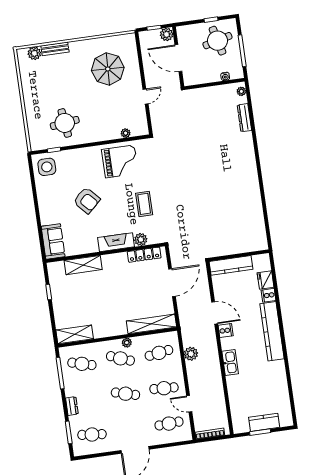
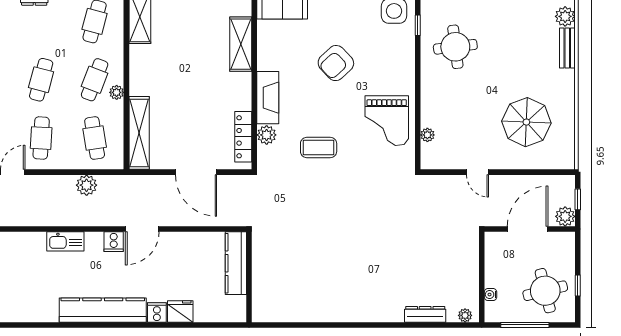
wall: (239, 255) -> (249, 277), moved
kitchen counter: (231, 265) -> (236, 263), moved

